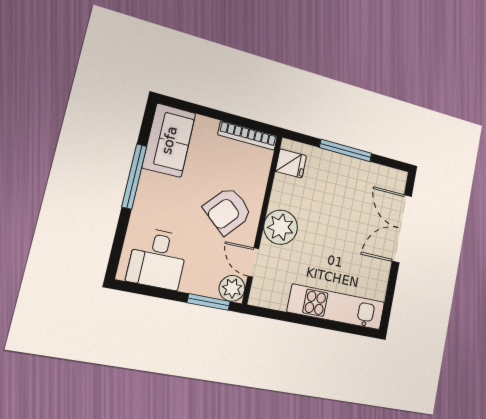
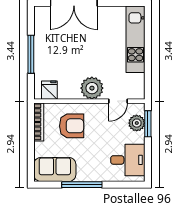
armchair: (228, 211) -> (72, 126), moved, turned -41
plant: (232, 288) -> (137, 123), moved

